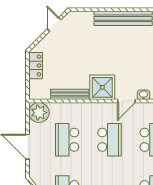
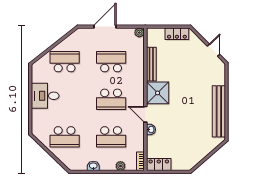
door: (54, 24) -> (214, 50), hinge flipped
plant: (39, 113) -> (139, 33), width x0.53, depth x0.53

